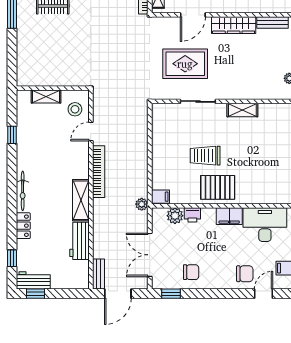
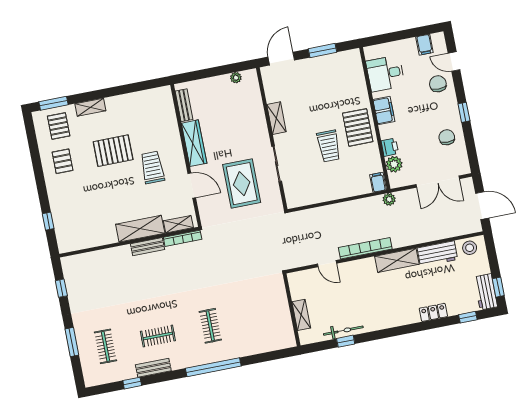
stool: (75, 109) -> (470, 248), moved
bicycle: (23, 191) -> (343, 331), moved
desk: (265, 225) -> (385, 74), width x0.73
bench: (99, 274) -> (467, 229), removed
window: (171, 294) -> (464, 112), moved

